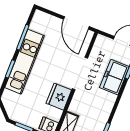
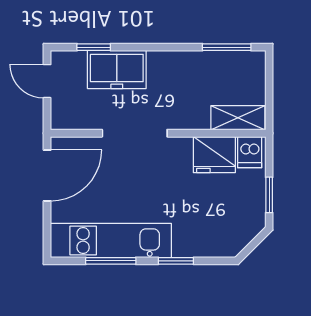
kitchen unit: (24, 62) -> (111, 240), moved
fridge: (59, 97) -> (214, 155), moved

